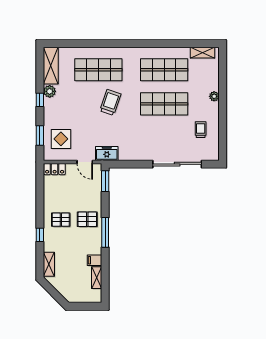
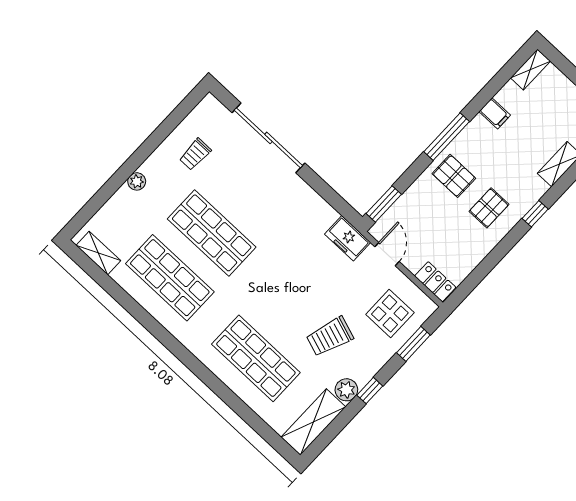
trolley: (110, 102) -> (330, 337), moved
pallet: (61, 220) -> (489, 208), turned 90
shelving: (97, 278) -> (530, 70), moved

